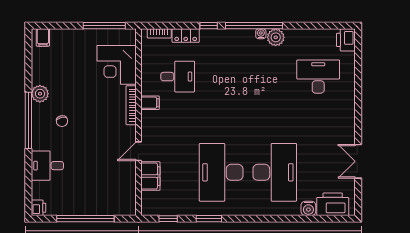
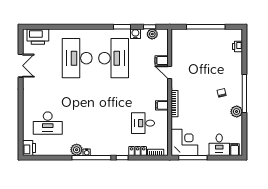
corner desk: (117, 65) -> (184, 142), moved
door: (139, 151) -> (170, 72), swing flipped
desk: (47, 166) -> (219, 145), moved, turned 90
filing cabinet: (150, 176) -> (162, 61), width x0.50
printer: (39, 208) -> (237, 46), moved
plant: (164, 208) -> (152, 34), added
water cooler: (308, 208) -> (135, 34), moved

